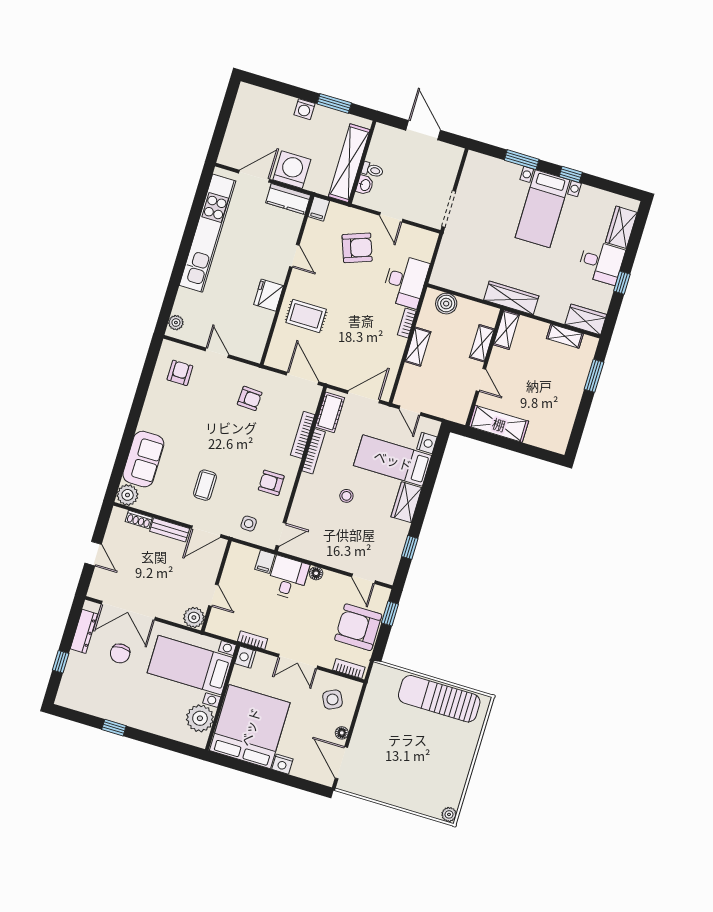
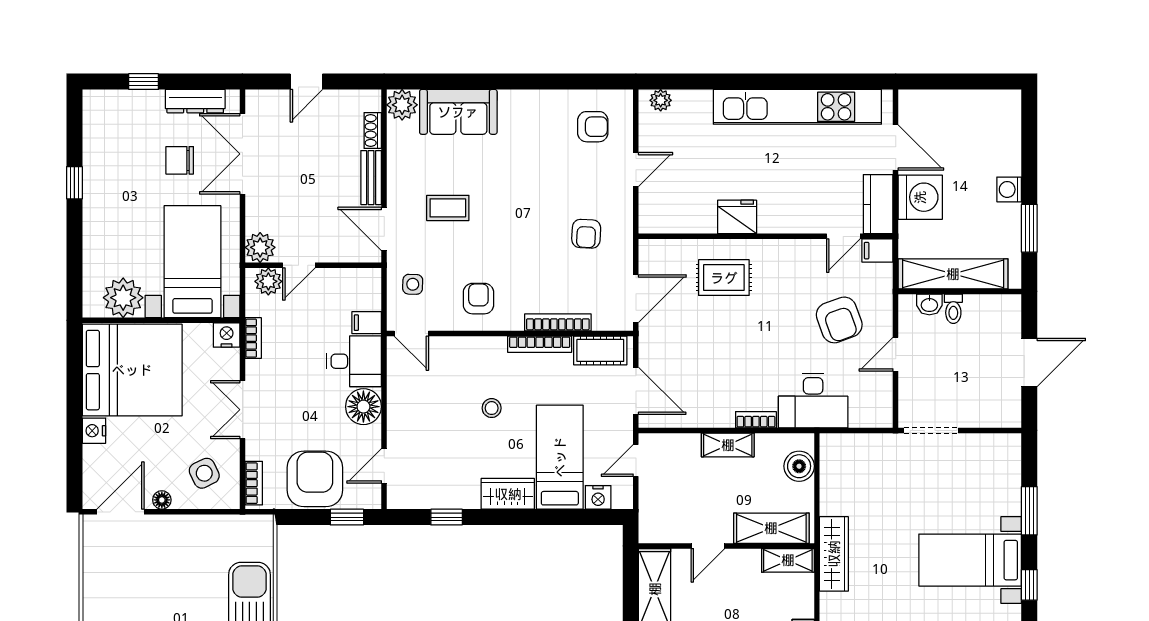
door: (294, 256) -> (843, 236), moved
rug: (306, 316) -> (724, 278), turned 90
shelving: (482, 343) -> (771, 528), width x1.50, depth x1.33
floor lamp: (316, 573) -> (363, 407), width x1.89, depth x1.89
plant: (218, 619) -> (268, 281), added

